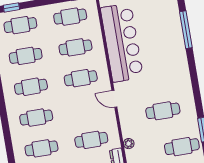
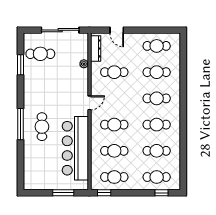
window: (186, 30) -> (21, 124), moved
door: (114, 99) -> (89, 103), hinge flipped
cafe table: (163, 111) -> (42, 127), moved, turned 90

